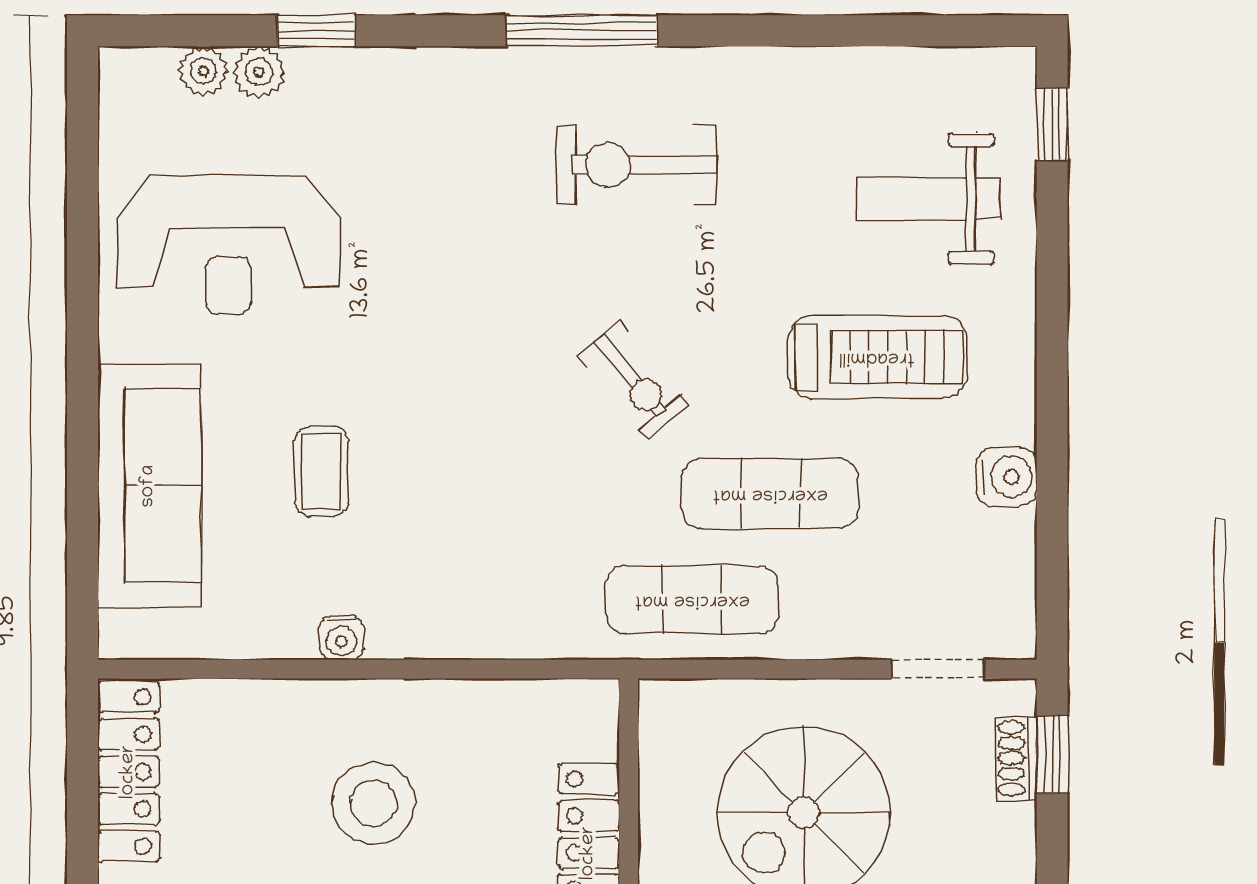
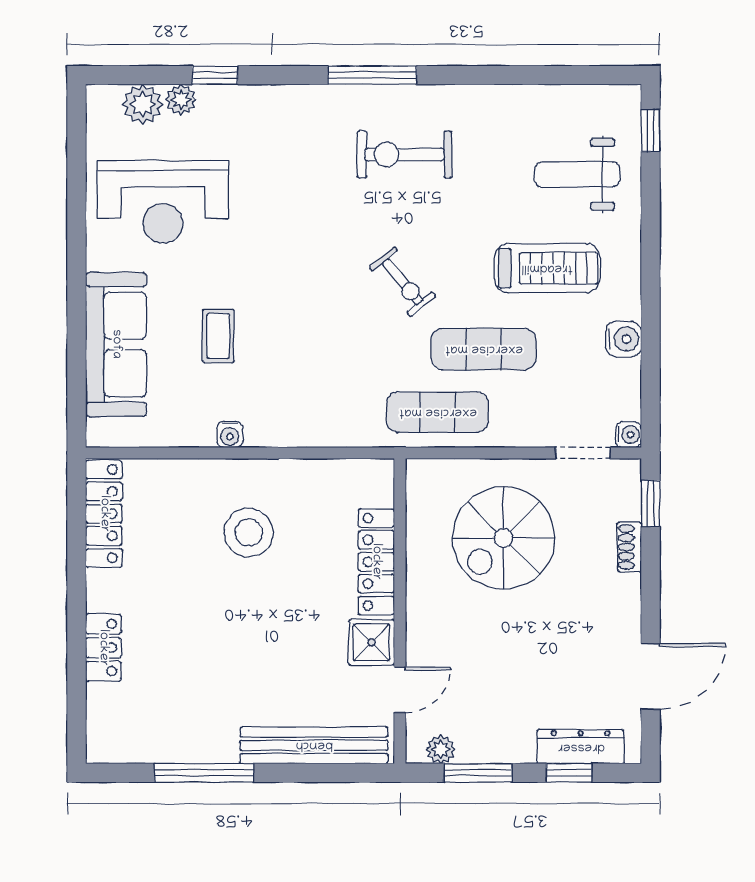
plant: (203, 71) -> (143, 104), width x1.38, depth x1.38
water cooler: (1015, 638) -> (629, 435), added
shoe rack: (1016, 758) -> (629, 547), moved

